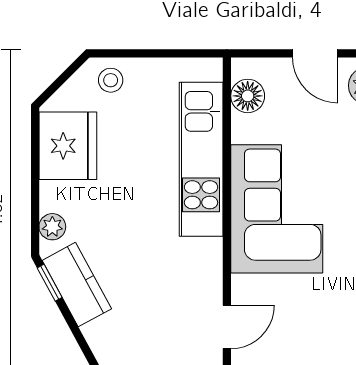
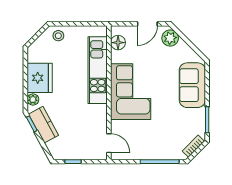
door: (315, 53) -> (147, 24), hinge flipped
fridge: (68, 146) -> (40, 78), moved
door: (227, 327) -> (109, 143), hinge flipped

